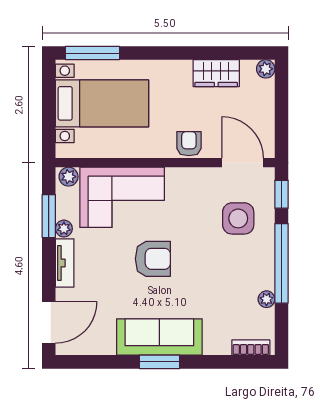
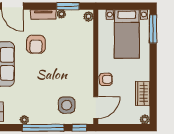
corner sofa: (122, 197) -> (78, 44), removed
armchair: (153, 259) -> (36, 44), moved

